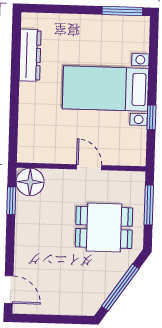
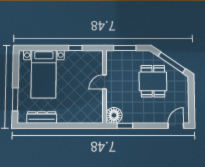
window: (122, 11) -> (15, 99), moved
bed with nightstands: (105, 89) -> (44, 74), moved
dining table: (104, 227) -> (153, 81), moved

